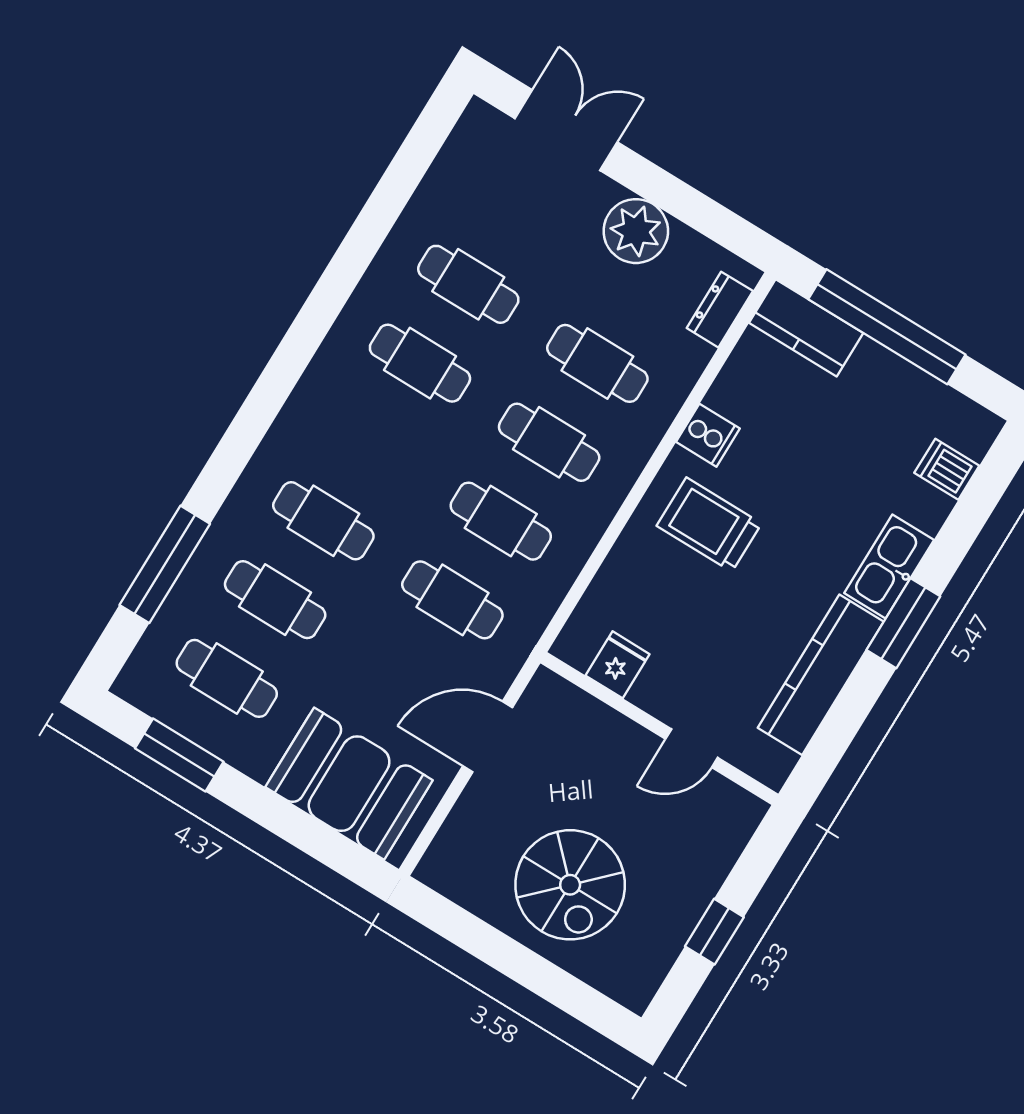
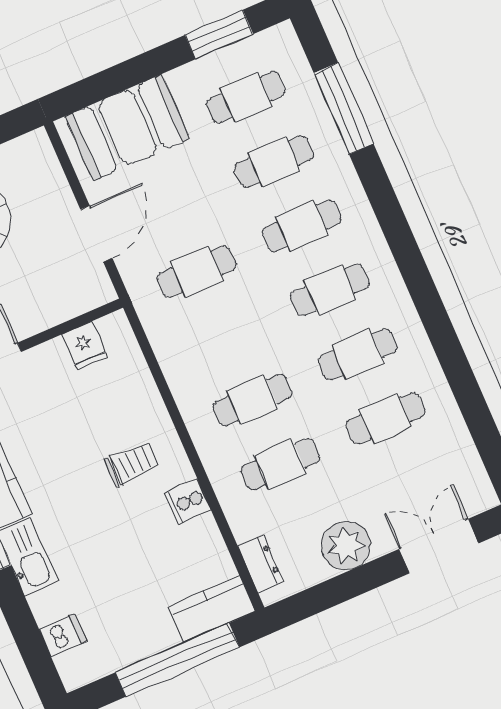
double door: (566, 130) -> (439, 546), swing flipped
cafe table: (501, 521) -> (330, 290), moved
trolley: (709, 525) -> (132, 464), width x0.73, depth x0.72

